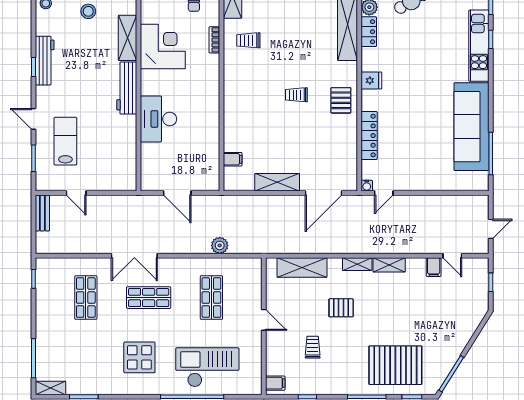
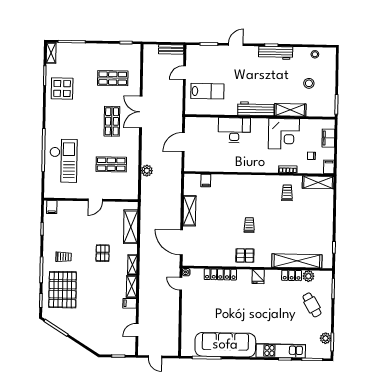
lab bench: (65, 141) -> (207, 91), moved
filing cabinet: (434, 267) -> (130, 303), moved
trolley: (313, 347) -> (63, 257), moved
display table: (139, 357) -> (62, 89), moved

